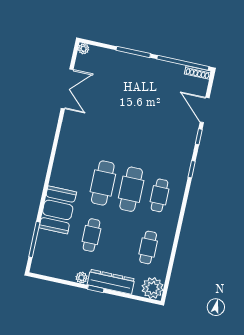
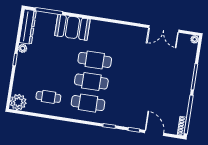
door: (205, 110) -> (154, 133), hinge flipped
cafe table: (159, 195) -> (88, 103), width x1.37, depth x1.35
cafe table: (91, 235) -> (55, 54), removed
dresser: (111, 282) -> (28, 27), moved

